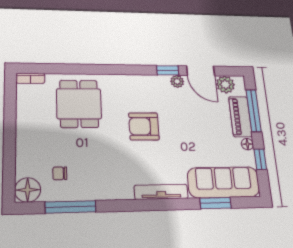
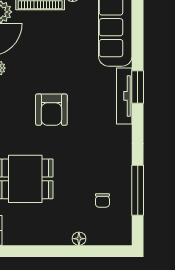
floor lamp: (28, 190) -> (79, 239), moved, width x0.53, depth x0.53
window: (215, 203) -> (138, 87), moved

